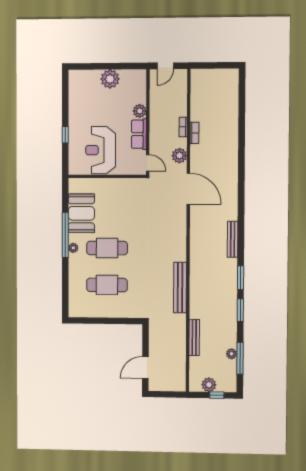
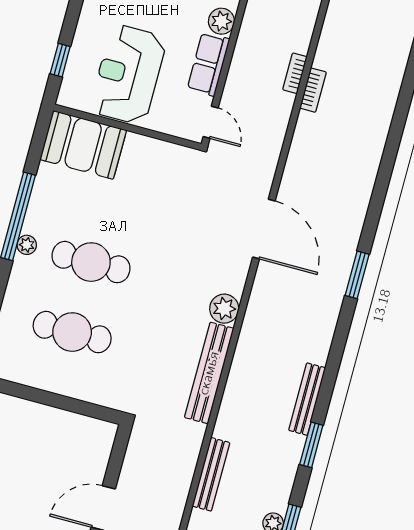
window: (65, 135) -> (60, 60), moved
plant: (179, 156) -> (224, 309), moved
door: (188, 189) -> (264, 229), moved
booth: (81, 213) -> (83, 145), moved, turned 90
bench: (233, 239) -> (307, 399), moved
window: (241, 278) -> (357, 275), moved

